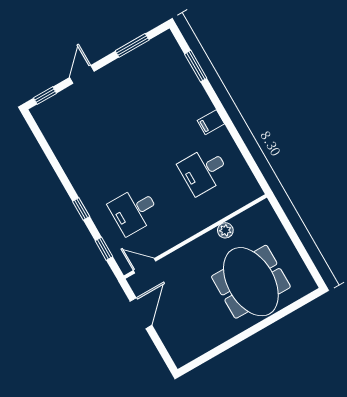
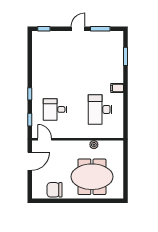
door: (82, 74) -> (78, 29), moved
desk: (204, 170) -> (100, 109), width x1.37
meeting table: (251, 282) -> (92, 177), turned 90
chair: (205, 335) -> (55, 190), added

